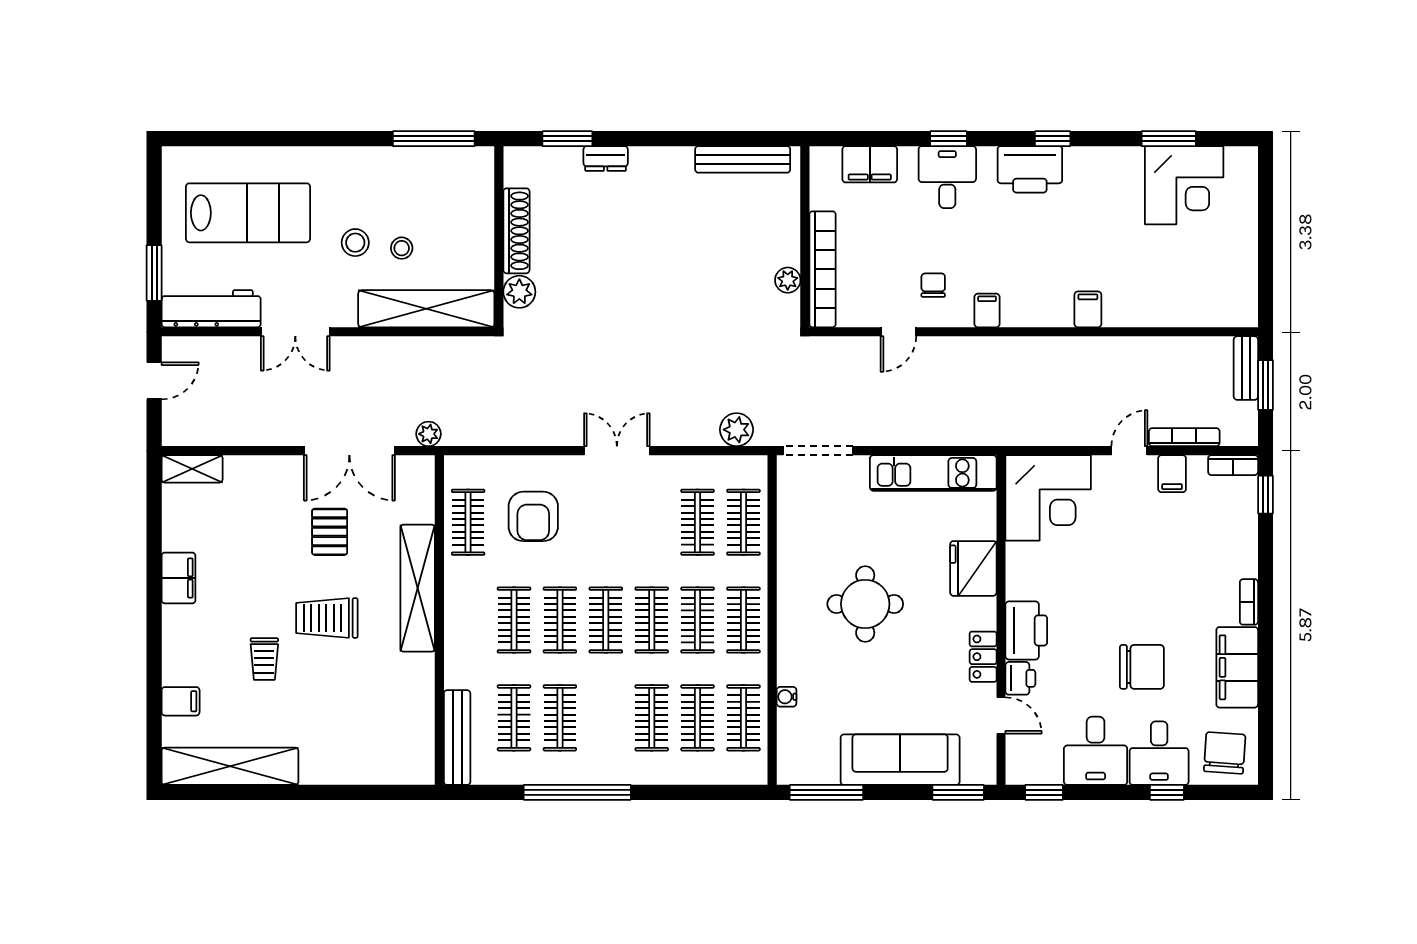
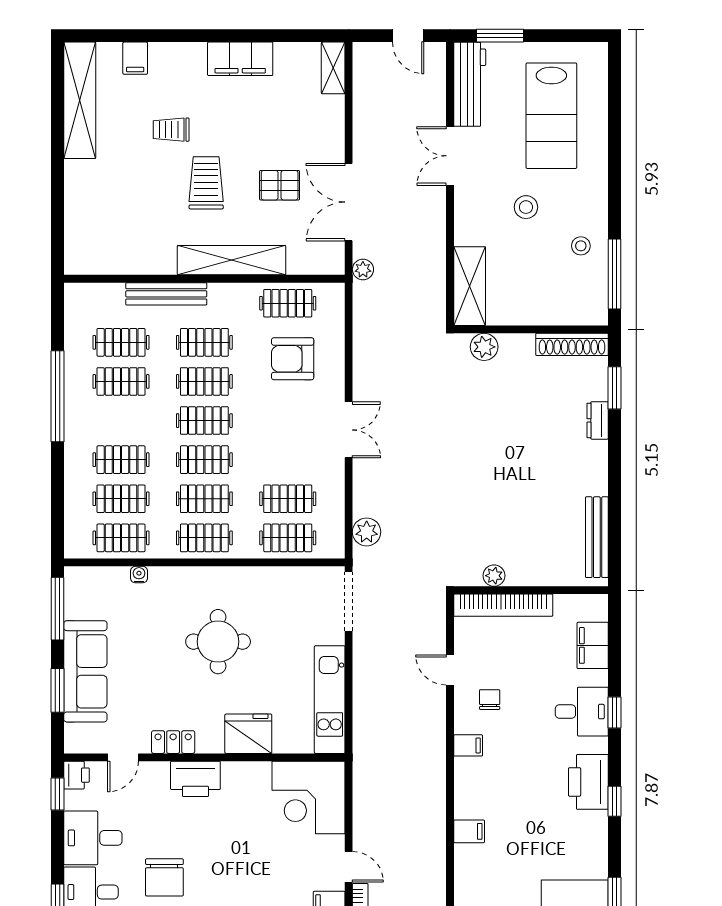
shoe rack: (516, 231) -> (572, 344), moved
stool: (402, 248) -> (581, 246), moved
chair: (933, 285) -> (490, 700), turned -90
shelving: (426, 309) -> (470, 286), width x0.68
filing cabinet: (178, 578) -> (240, 59), width x1.50, depth x1.17
printer: (1020, 678) -> (77, 775), moved, turned -90
bench: (457, 738) -> (166, 294), moved
window: (958, 792) -> (58, 690), moved

